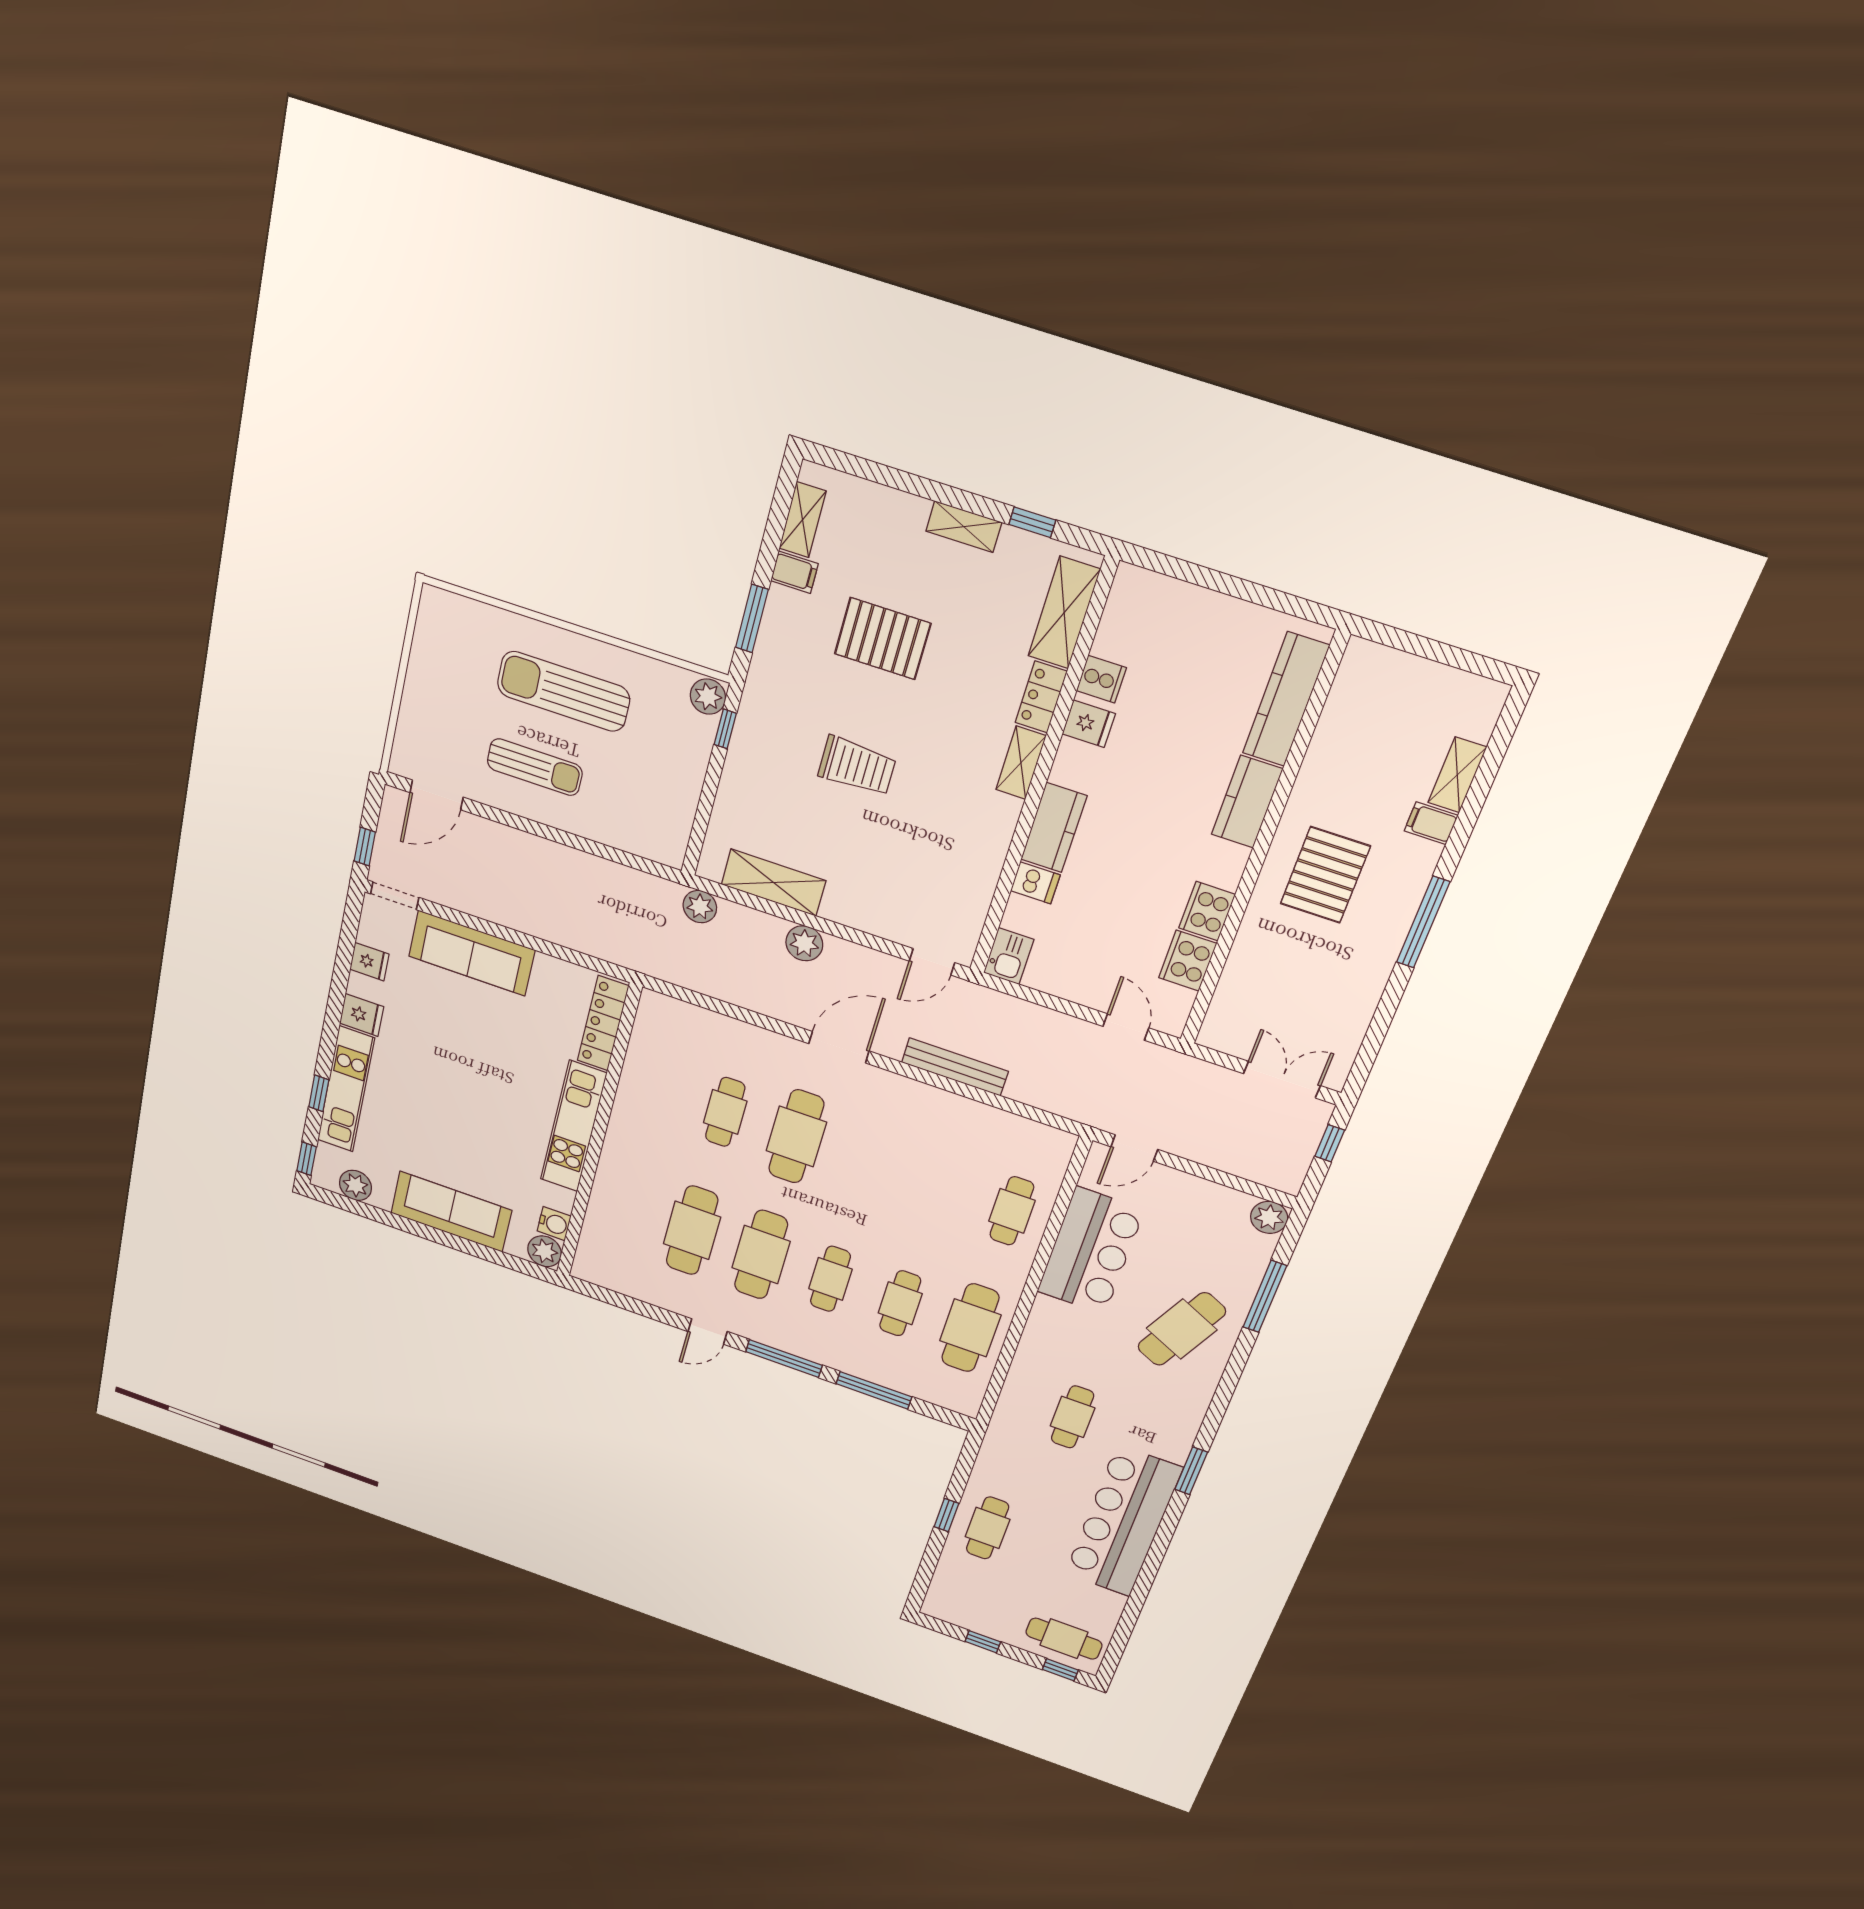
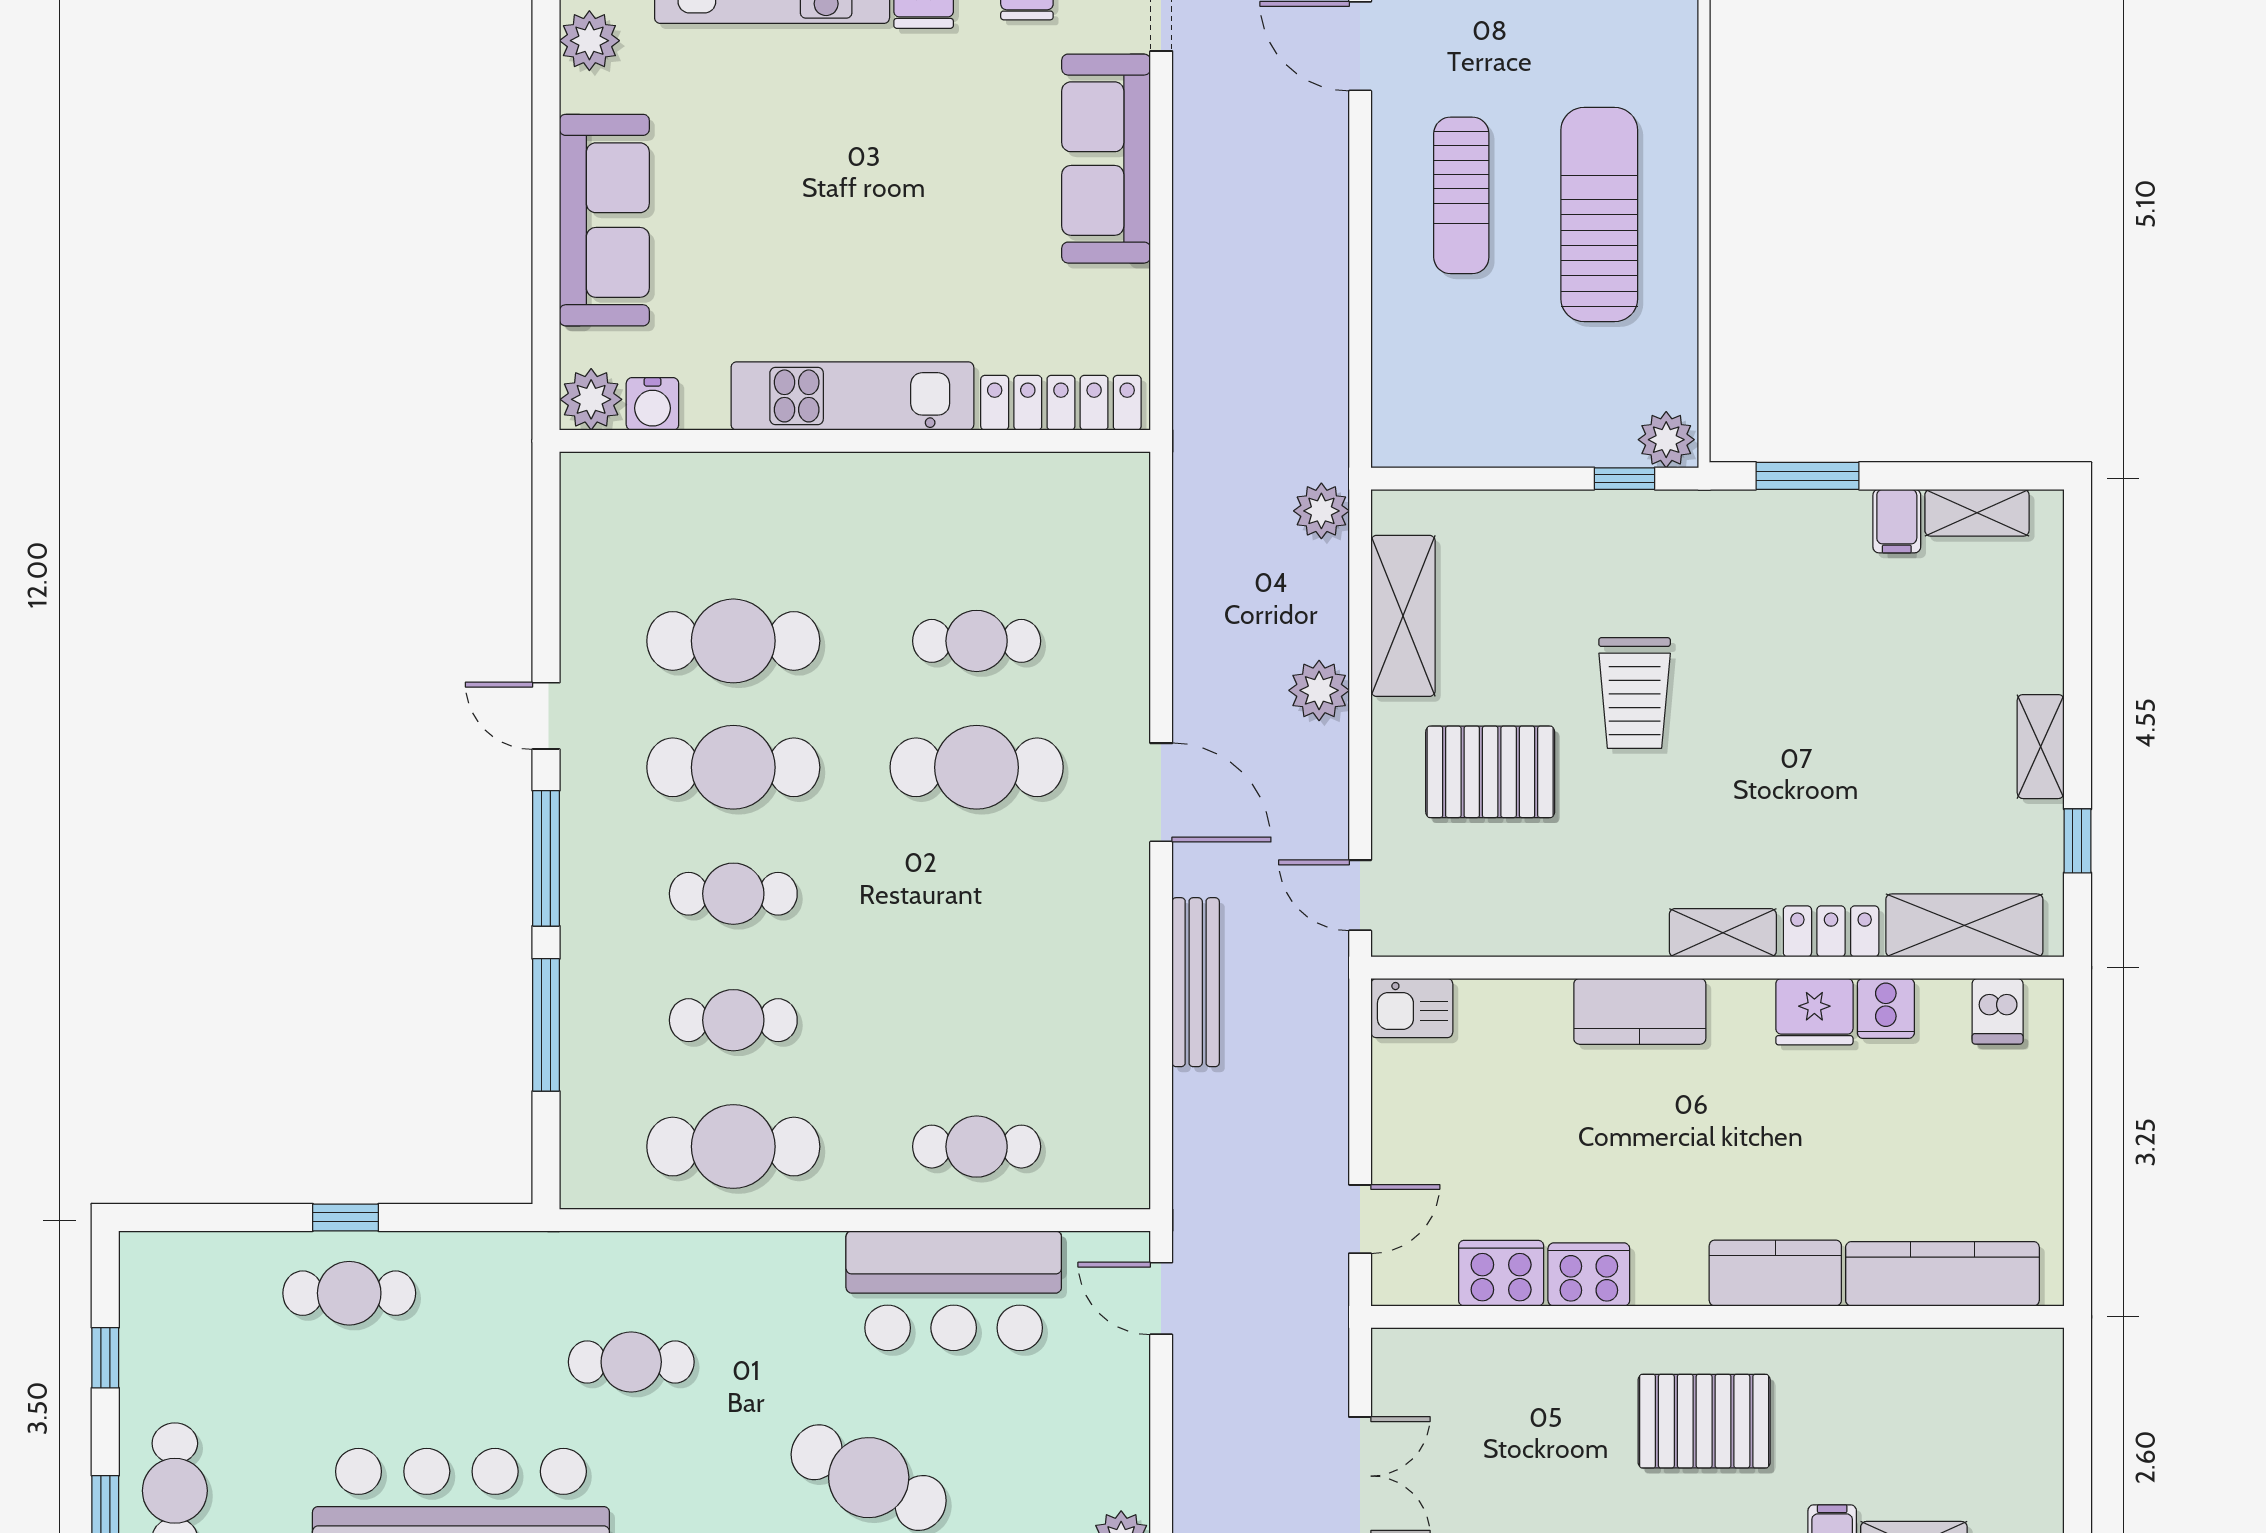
pallet: (883, 639) -> (1490, 772), moved, turned 90
fridge: (1089, 724) -> (1814, 1012), width x1.38
dishwasher: (1035, 883) -> (1998, 1011), moved

